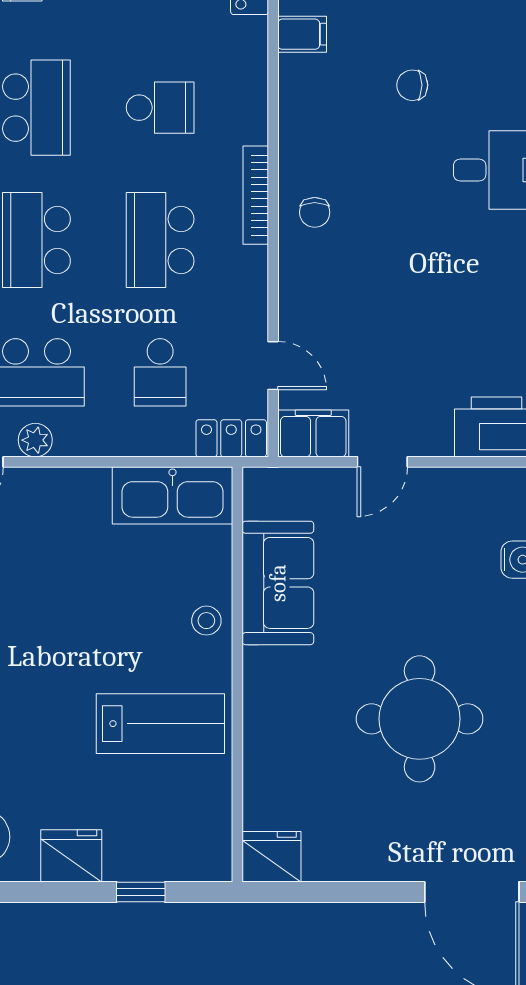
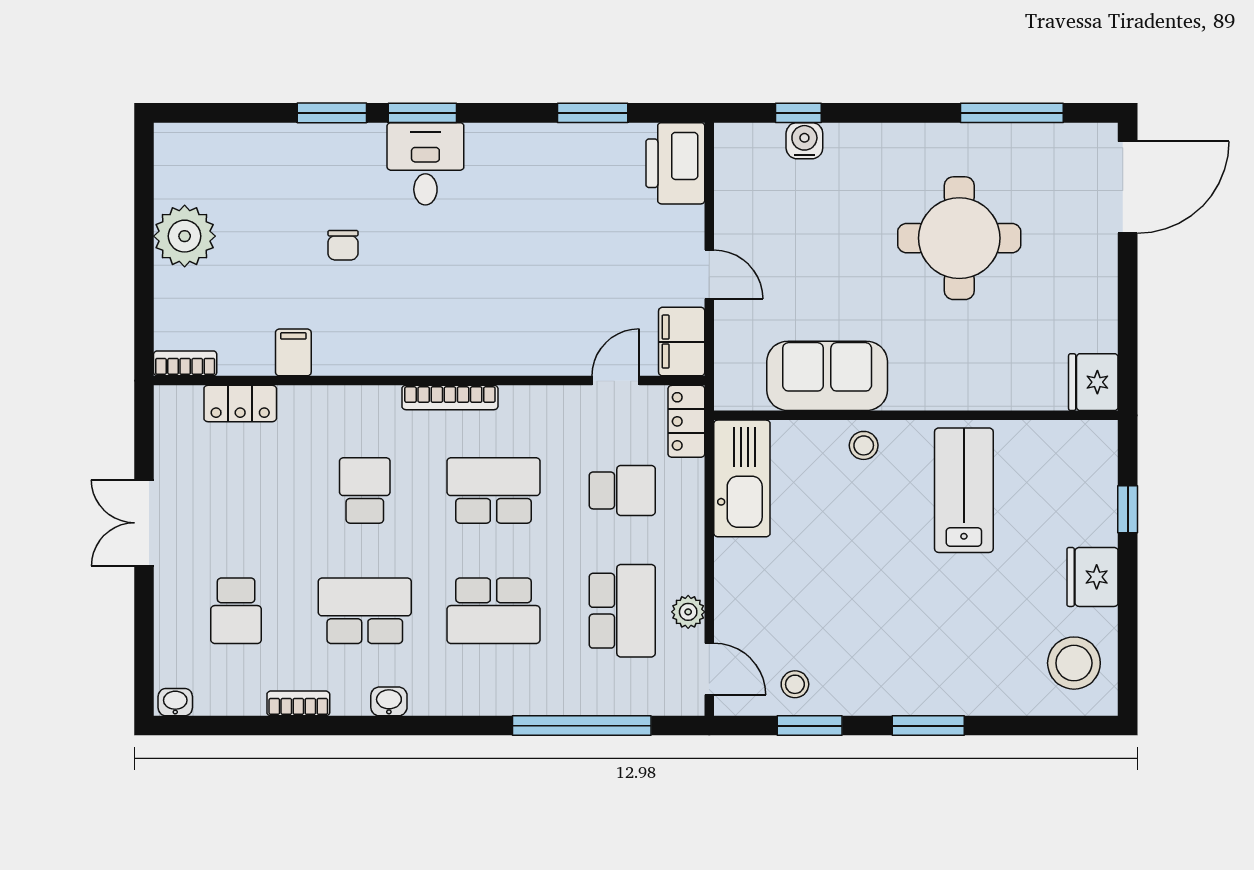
chair: (315, 212) -> (467, 340), removed
school desk: (160, 240) -> (494, 490), turned 180

